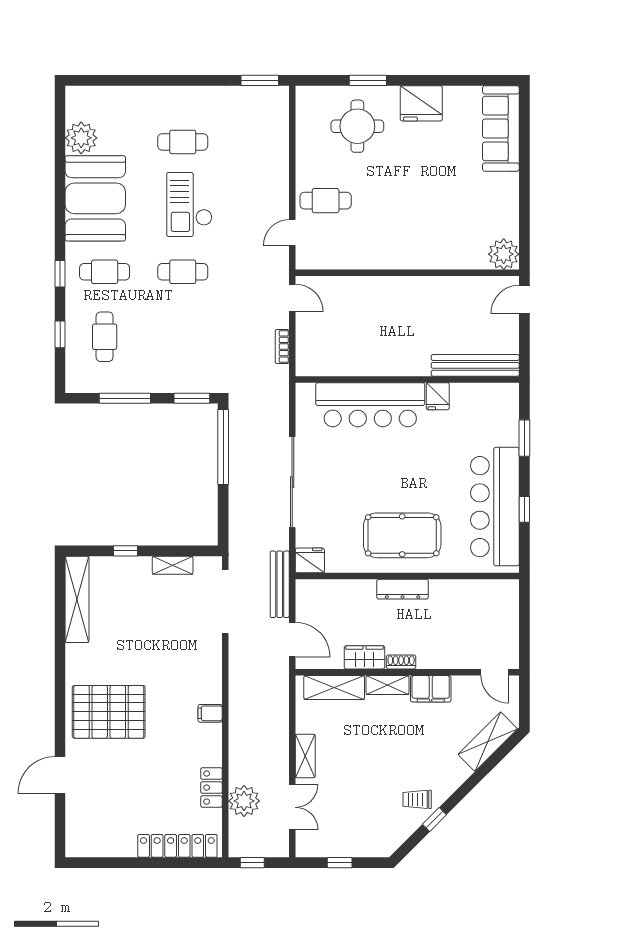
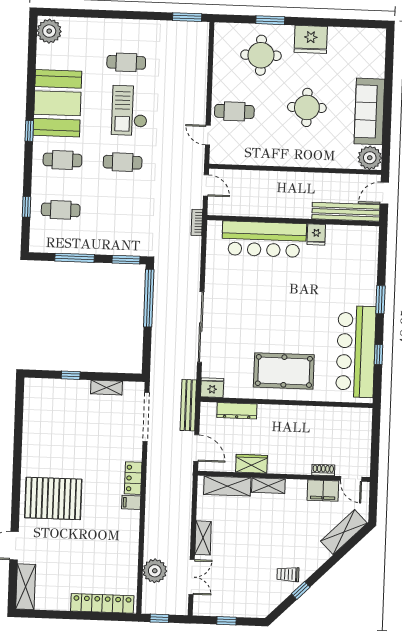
sofa: (501, 129) -> (369, 111), moved
plant: (81, 138) -> (49, 31), moved
round table: (420, 192) -> (307, 107), added
door: (292, 233) -> (208, 135), hinge flipped
window: (60, 274) -> (29, 131), moved
cafe table: (105, 337) -> (61, 210), turned 90
bench: (475, 365) -> (346, 212), moved
wall: (407, 379) -> (293, 221), moved
fridge: (438, 396) -> (316, 235), moved
bar counter: (370, 405) -> (264, 239), moved
dresser: (403, 589) -> (237, 411), moved
shelving: (77, 599) -> (26, 587), moved, width x0.68
shoe rack: (401, 662) -> (323, 470), moved
filing cabinet: (431, 689) -> (323, 491), moved
locker: (211, 788) -> (133, 478), moved

